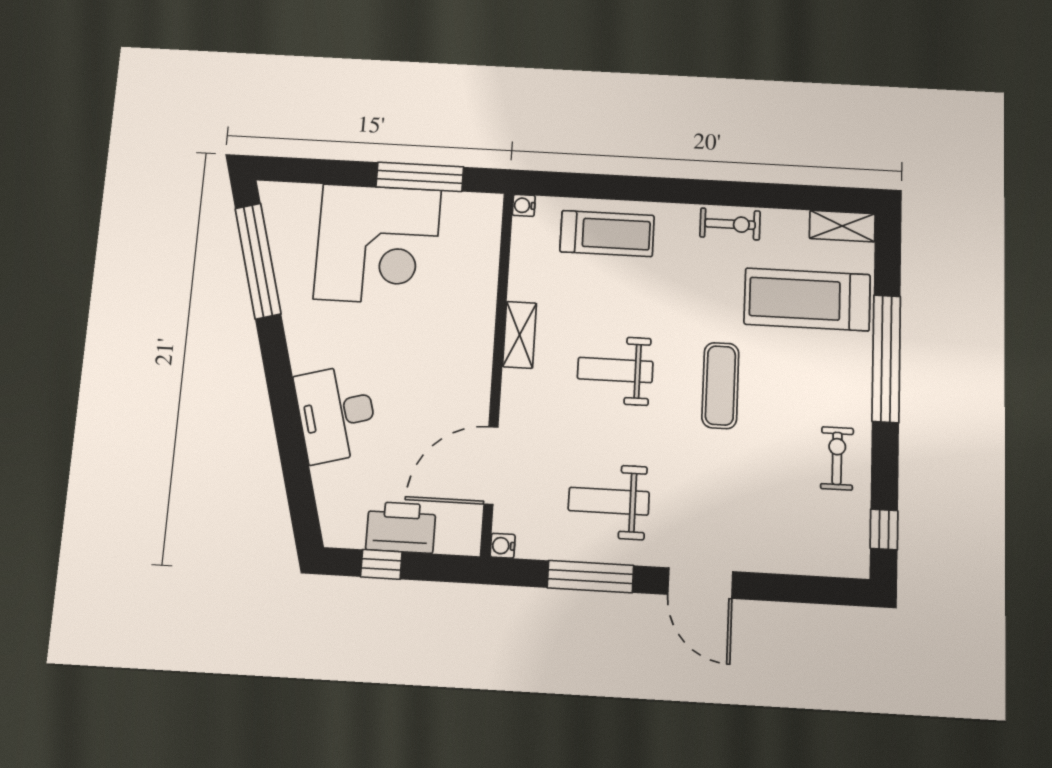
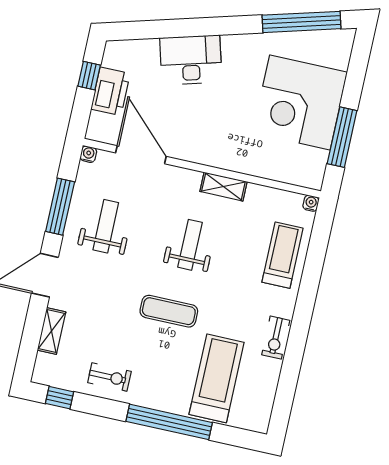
shelving: (842, 226) -> (52, 331), moved
treadmill: (607, 234) -> (283, 255), turned 180

